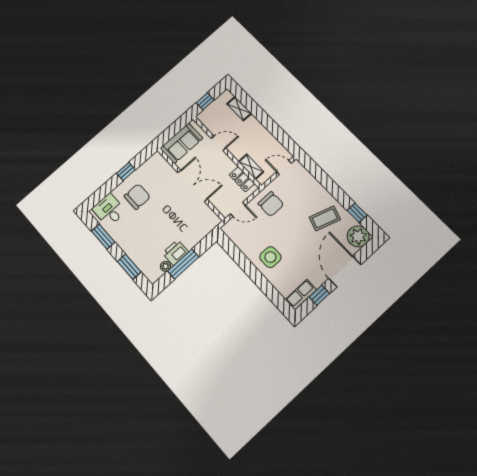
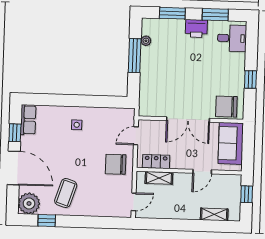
chair: (137, 197) -> (226, 107), moved, turned 90
printer: (175, 253) -> (196, 28), moved, turned 90
side table: (270, 257) -> (77, 125), width x0.54, depth x0.54

